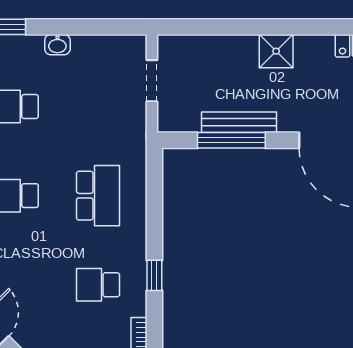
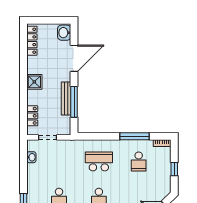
washbasin: (57, 45) -> (31, 157), moved
locker: (200, 47) -> (32, 116), added
window: (154, 275) -> (134, 136), width x2.17

